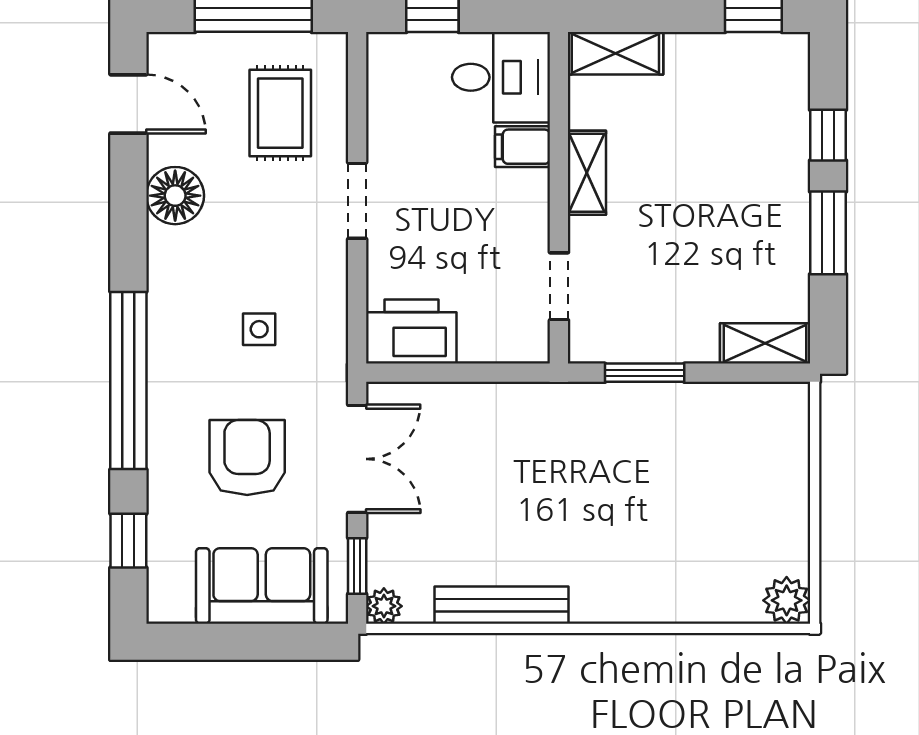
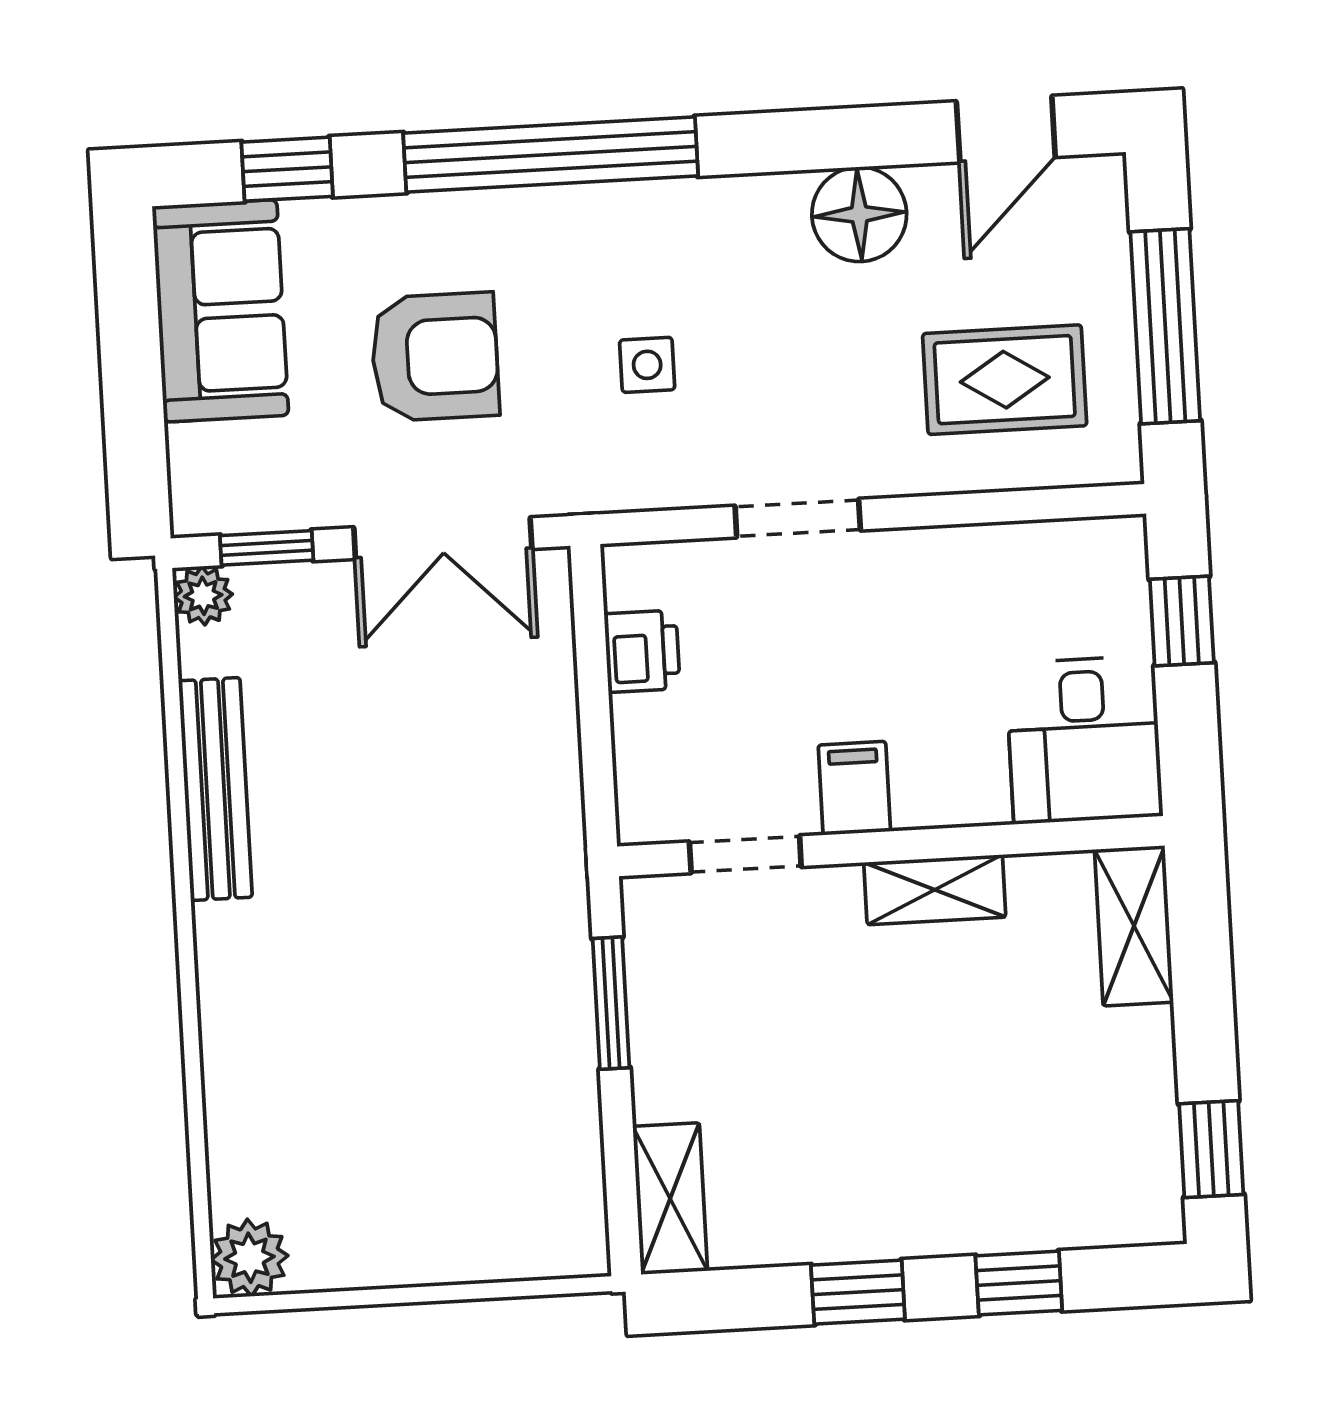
filing cabinet: (523, 147) -> (854, 788), moved
doorway: (357, 201) -> (798, 518), moved
window: (828, 233) -> (858, 1292), width x0.67
printer: (412, 332) -> (642, 651), width x0.53, depth x0.68
sofa: (262, 586) -> (220, 311), moved

